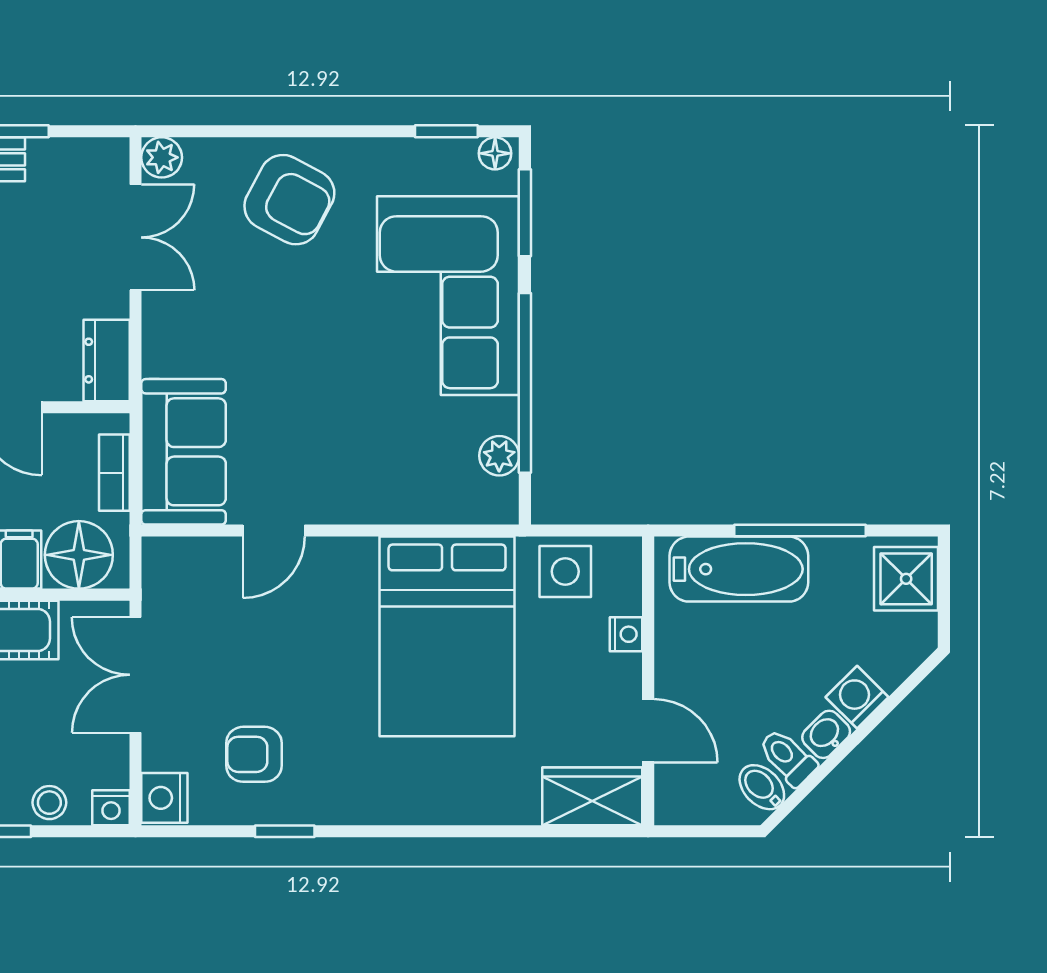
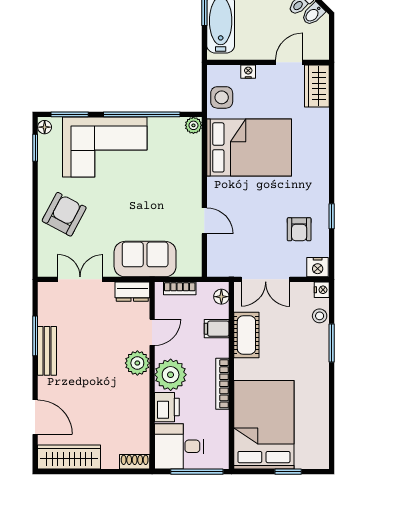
plant: (162, 157) -> (46, 268), removed
sofa: (184, 452) -> (145, 259), moved
plant: (499, 456) -> (193, 125), moved
floor lamp: (79, 555) -> (221, 297), width x0.53, depth x0.53

